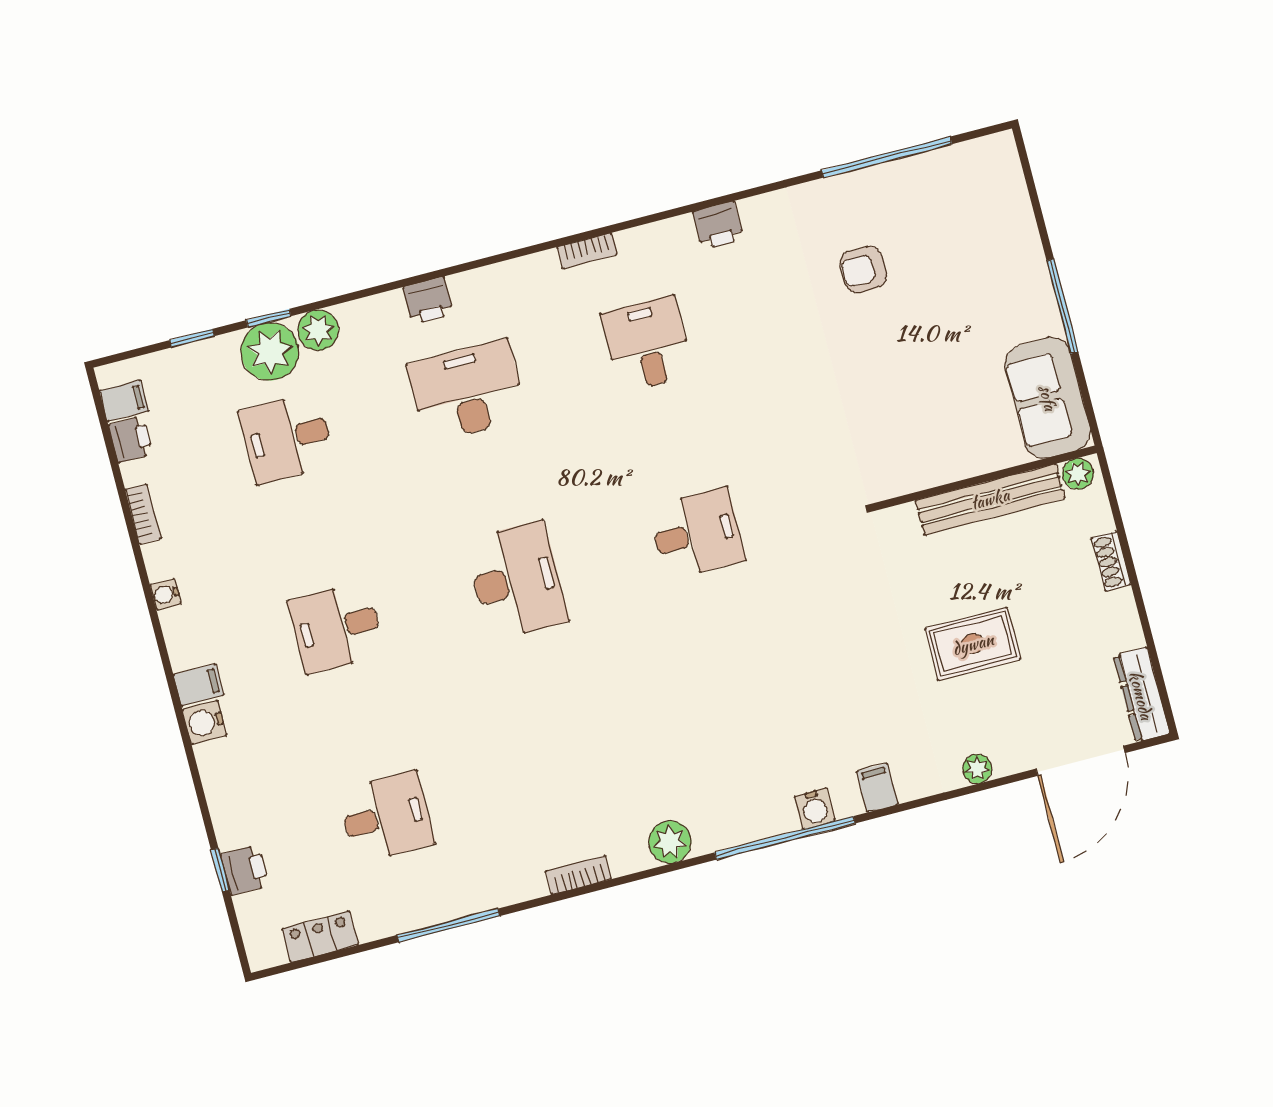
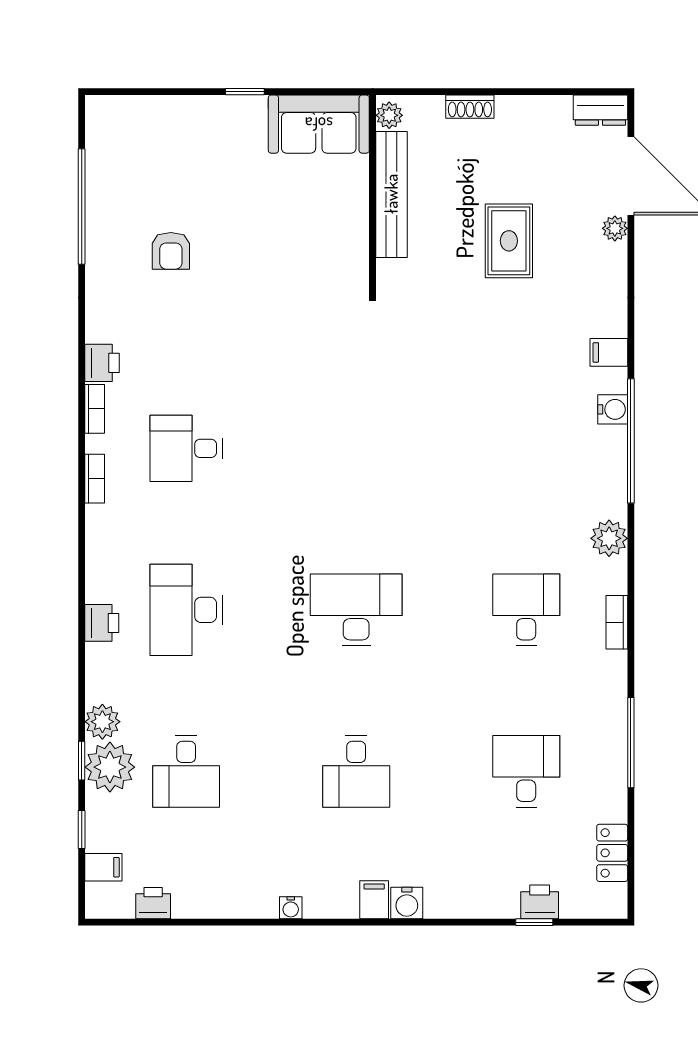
window: (1062, 306) -> (245, 92), width x0.46
filing cabinet: (124, 401) -> (103, 867), moved, turned 90
bookcase: (143, 514) -> (95, 409), moved, turned 90
desk: (697, 534) -> (526, 610), moved
dresser: (1141, 695) -> (600, 110), width x0.70
plant: (977, 769) -> (615, 228), moved

